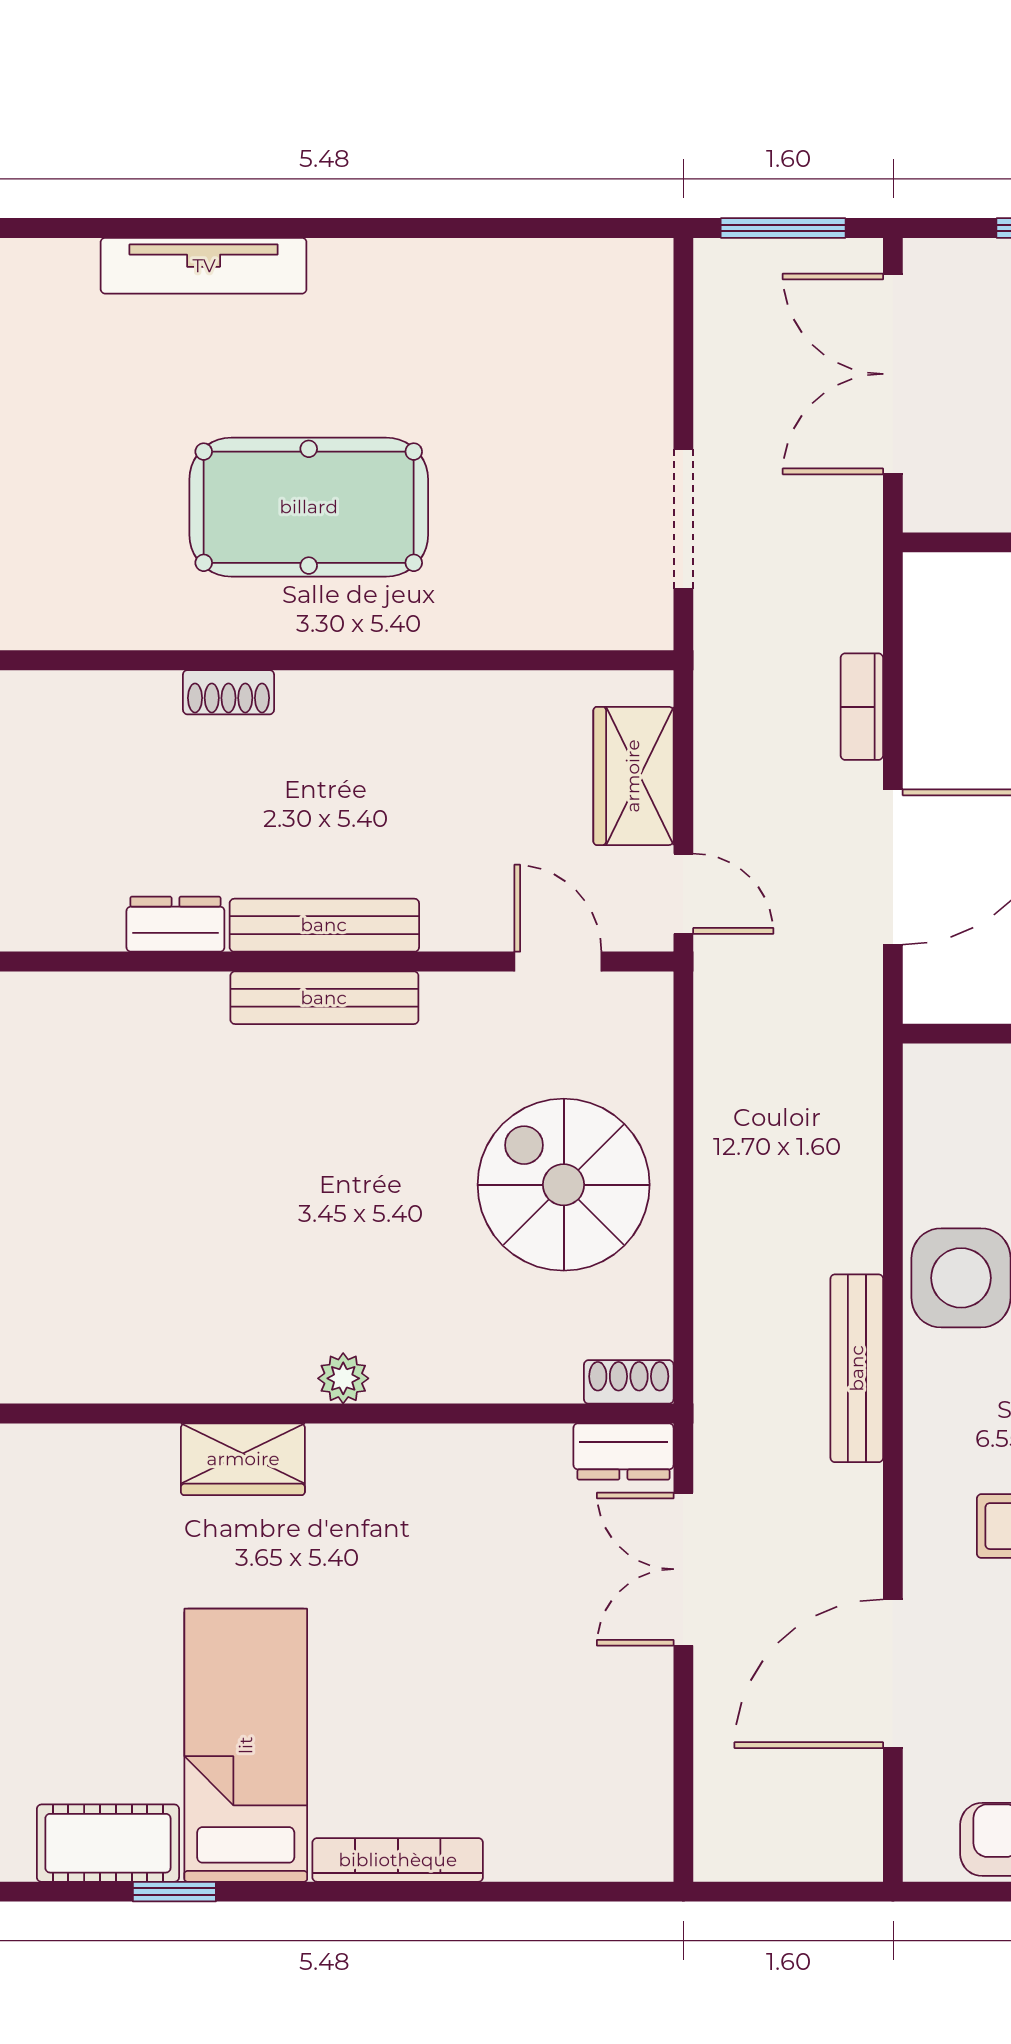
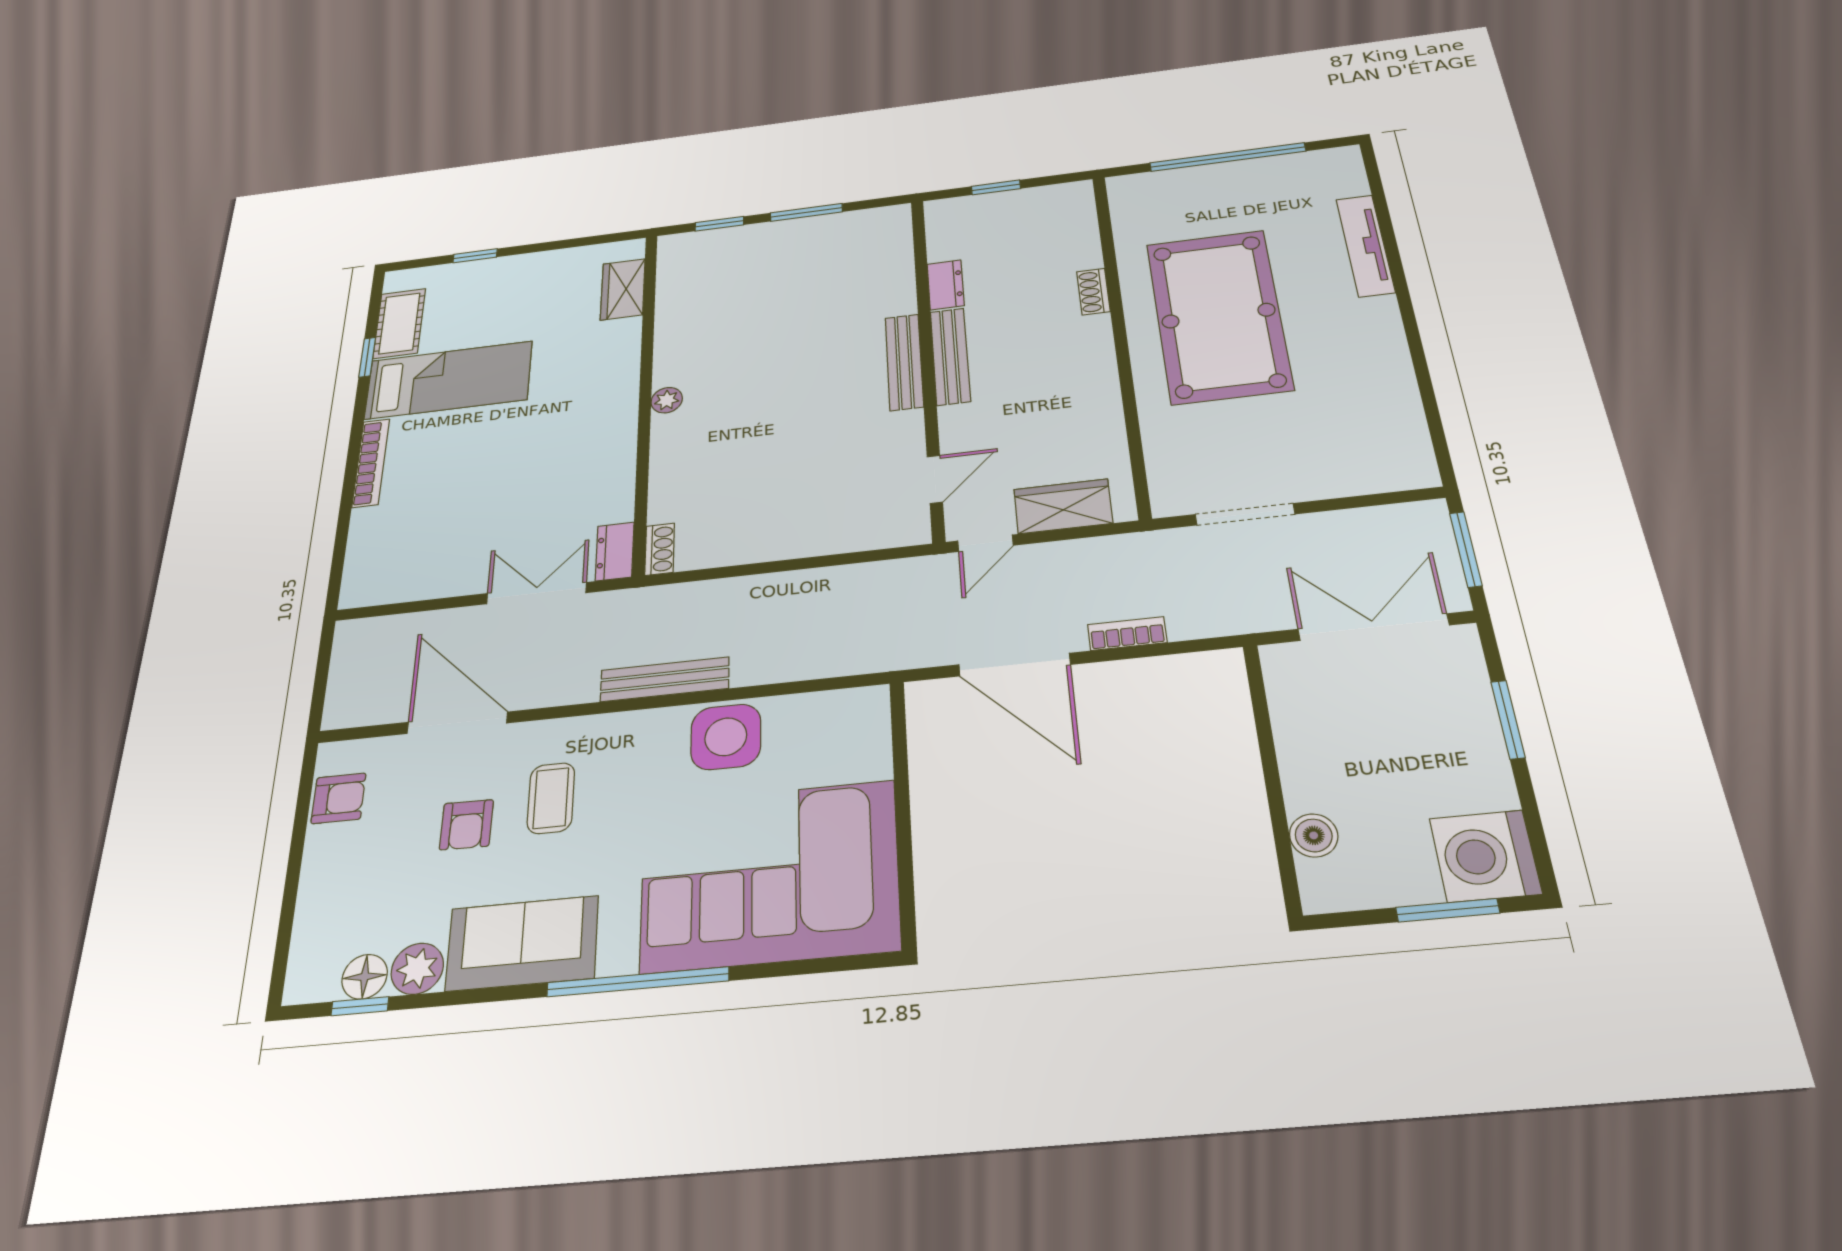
pool table: (309, 507) -> (1218, 316), width x1.36, depth x1.32
spiral stairs: (564, 1185) -> (788, 499), removed
wardrobe: (243, 1459) -> (623, 289), moved

